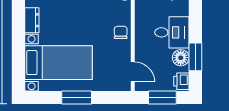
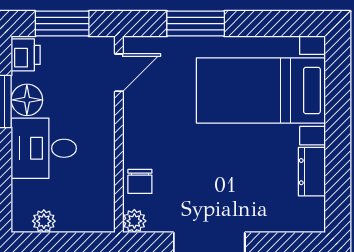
chair: (121, 32) -> (140, 181), moved
door: (133, 72) -> (119, 73), swing flipped
window: (77, 98) -> (196, 24), moved

